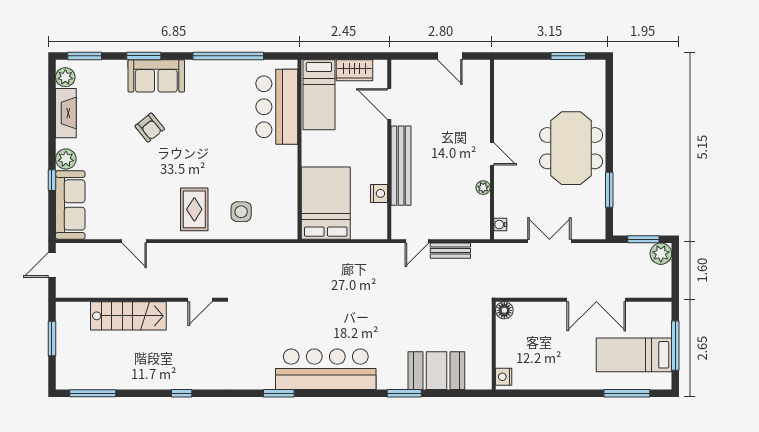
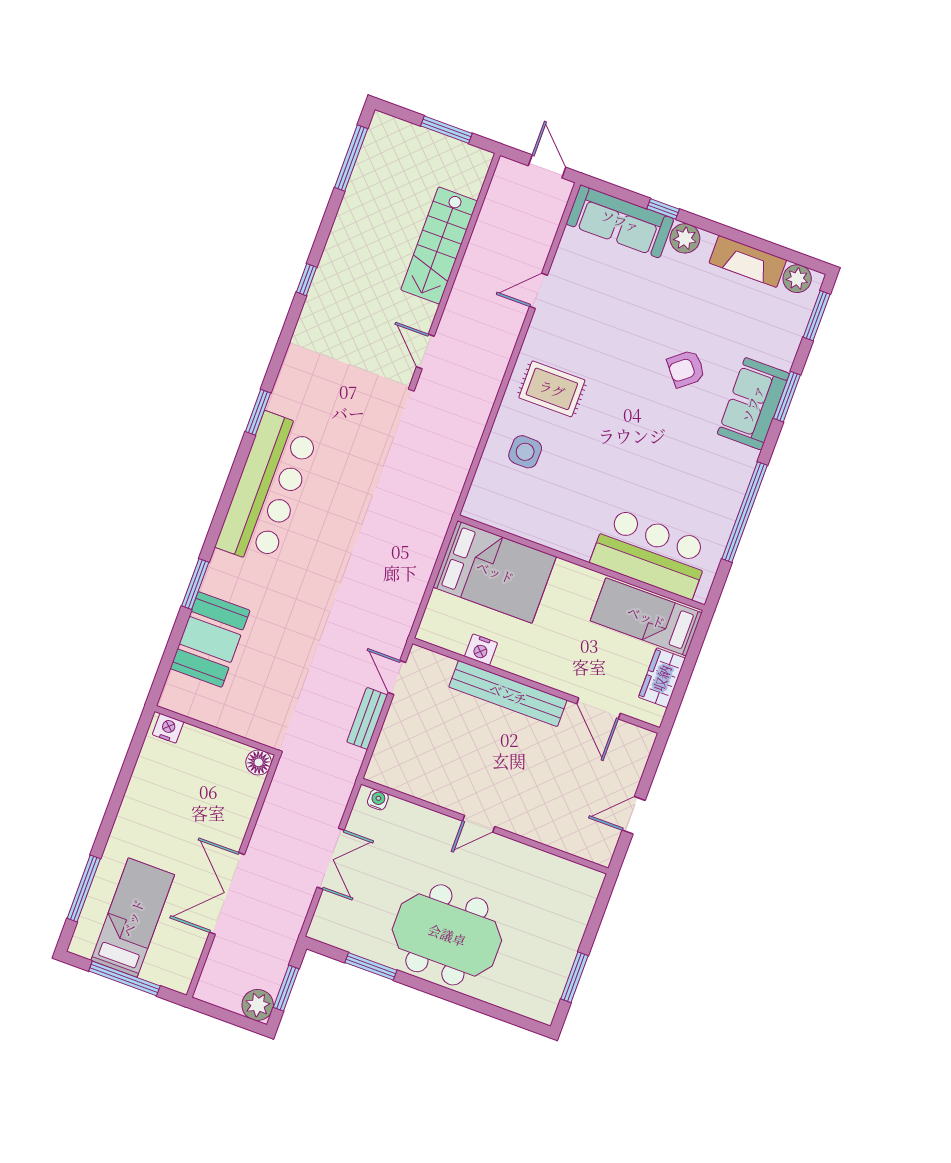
door: (389, 104) -> (598, 708), swing flipped
plant: (483, 188) -> (437, 795), removed

